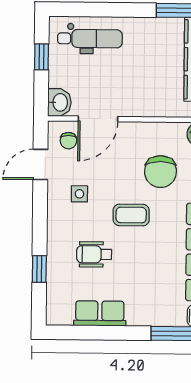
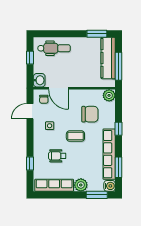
door: (98, 119) -> (58, 88), hinge flipped
chair: (160, 172) -> (90, 114), turned -90
row of seats: (100, 313) -> (54, 185), width x1.48
plant: (141, 313) -> (81, 185), added

